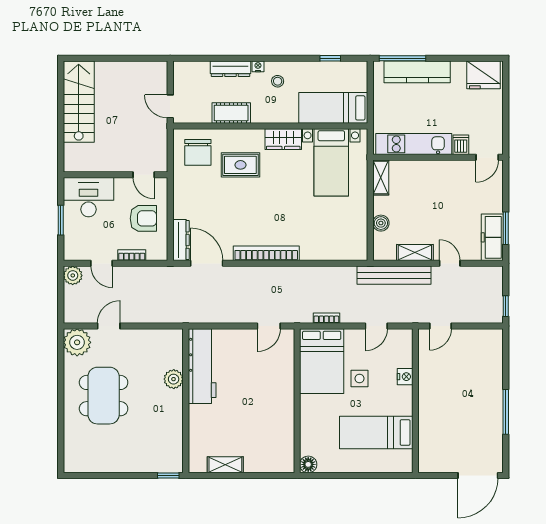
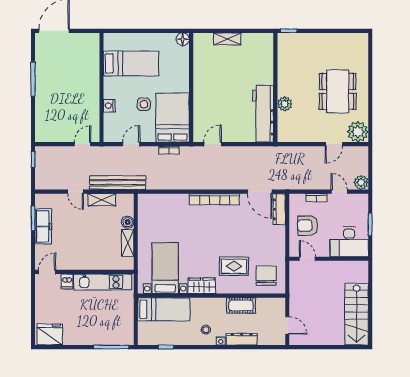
kitchen counter: (417, 72) -> (100, 337), removed
door: (170, 106) -> (287, 325), moved
shelving: (381, 178) -> (128, 243), moved
freezer: (492, 237) -> (43, 226), moved
shelving: (225, 465) -> (227, 39), moved

